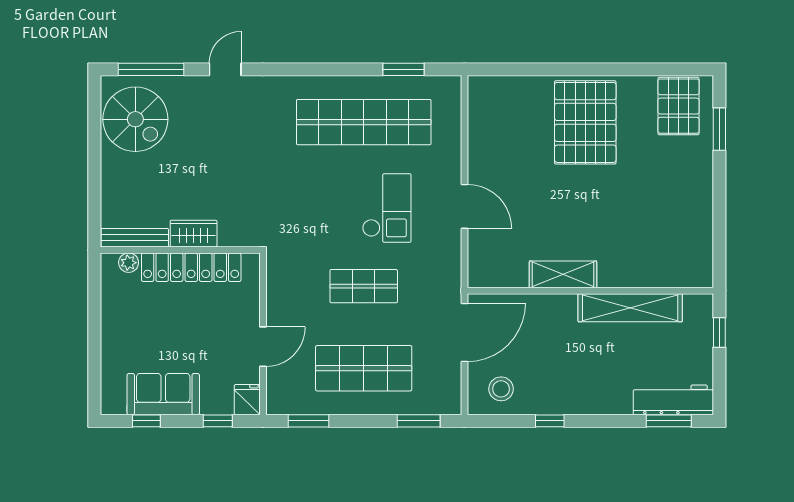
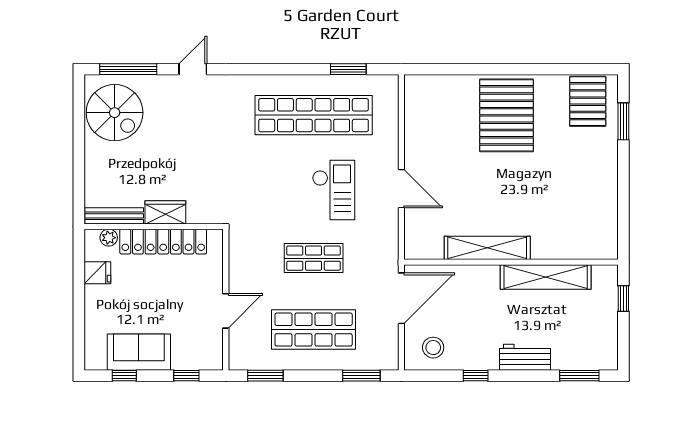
shelving: (563, 274) -> (487, 248), width x1.47
fridge: (247, 400) -> (97, 273), moved, turned 90
workbench: (673, 400) -> (525, 357), moved, width x0.73

